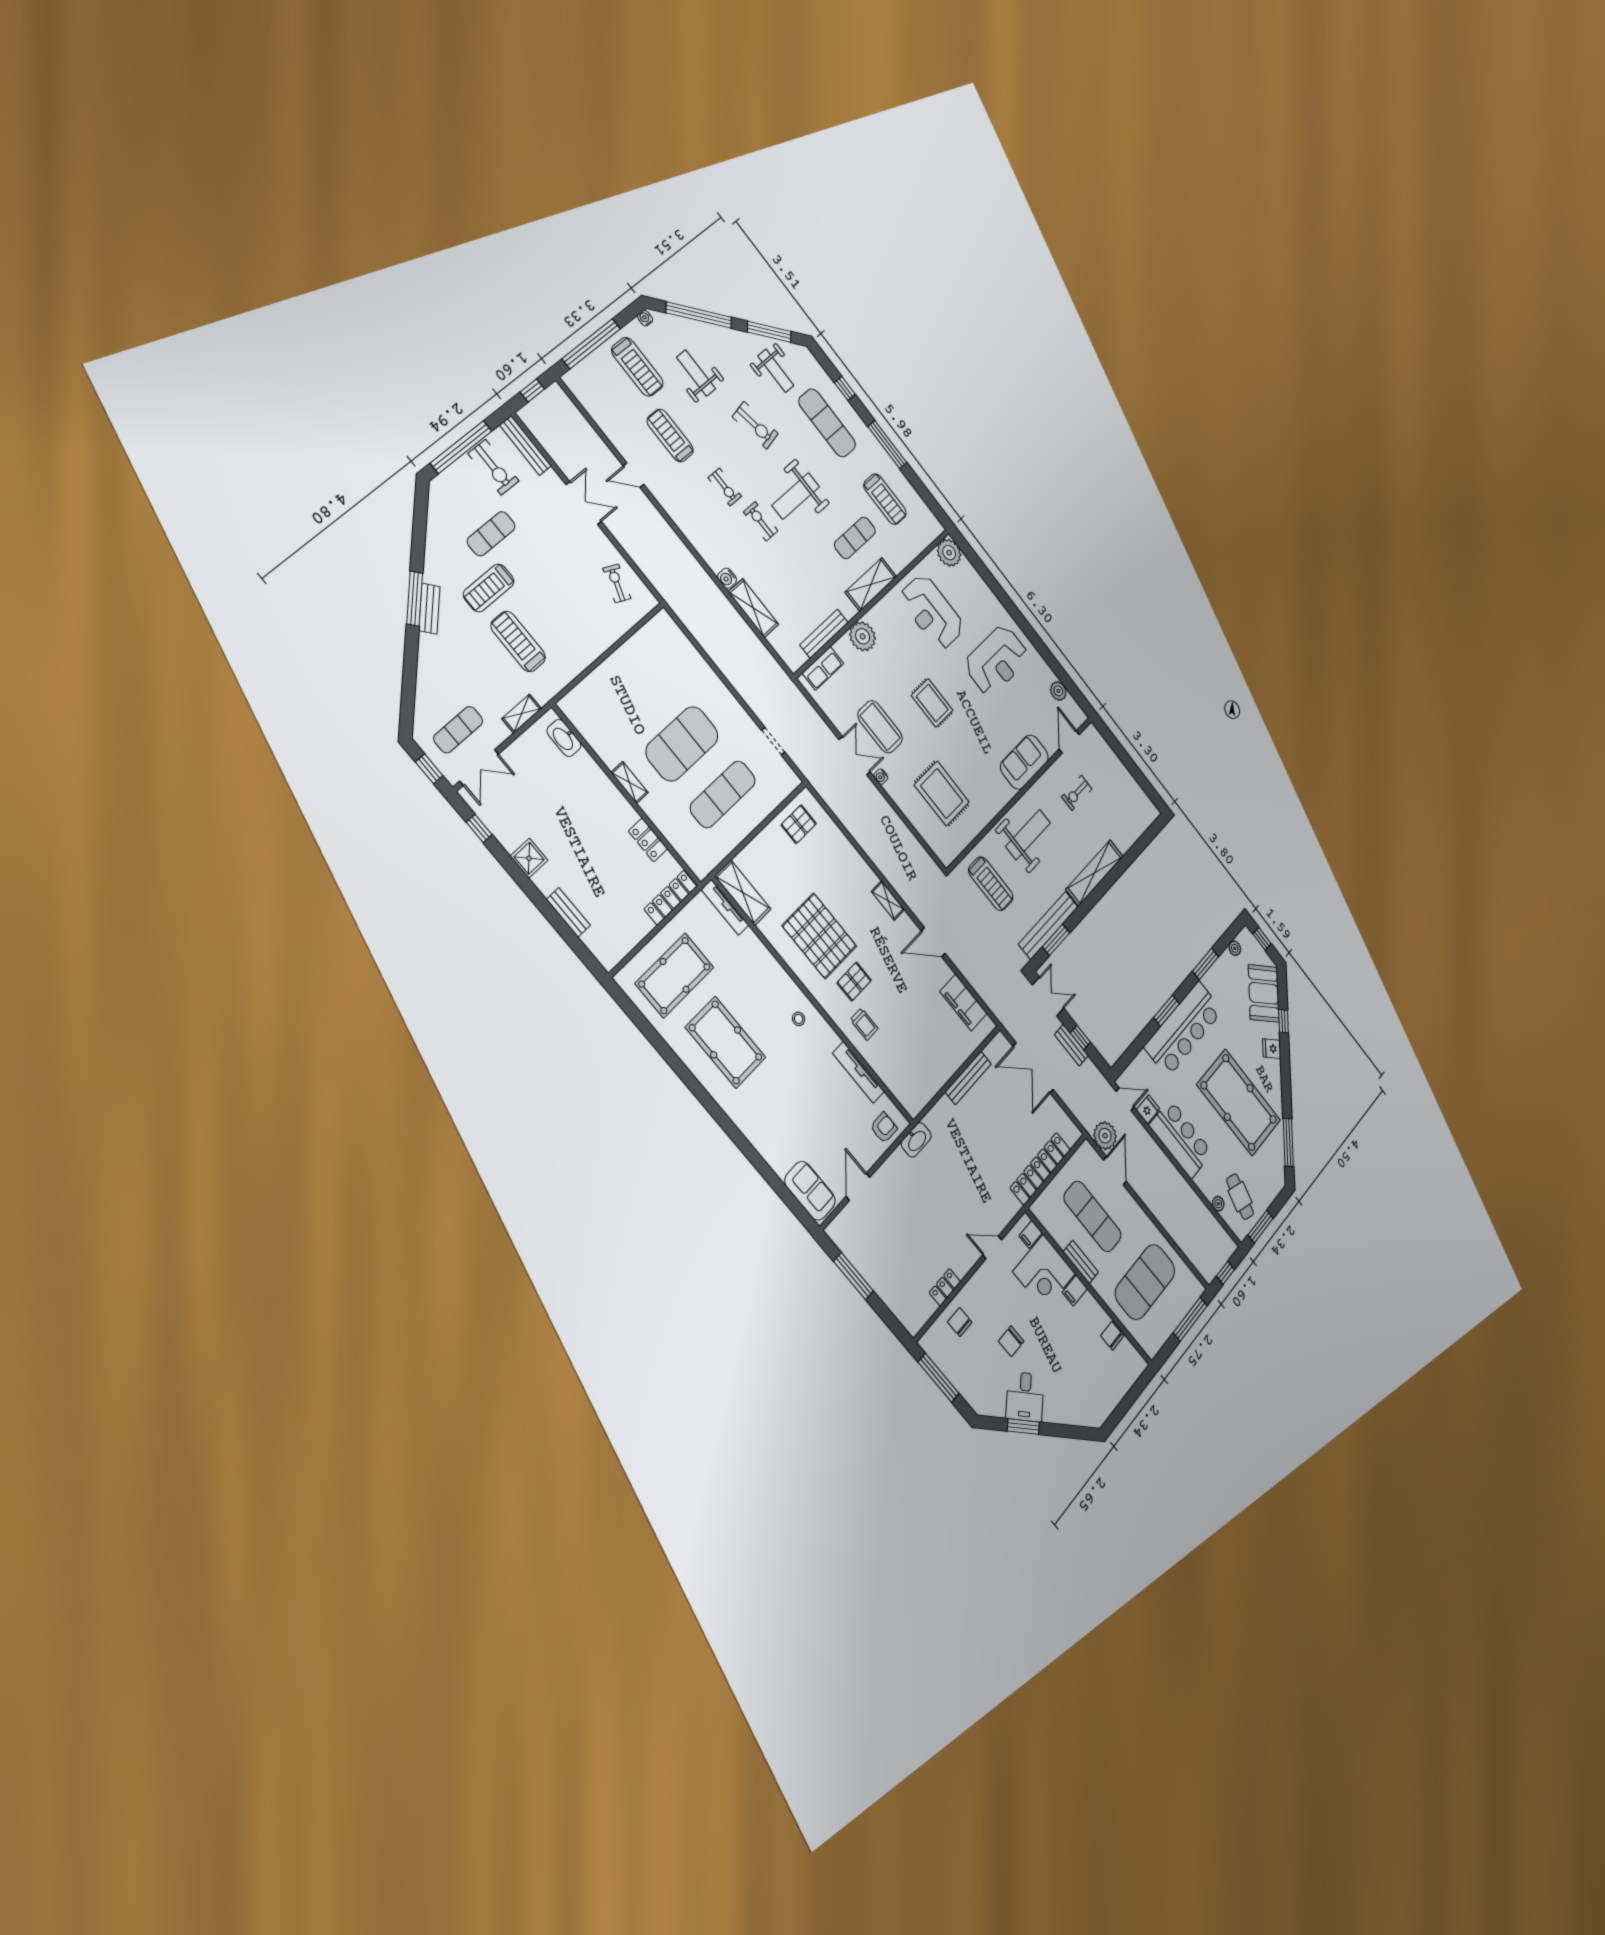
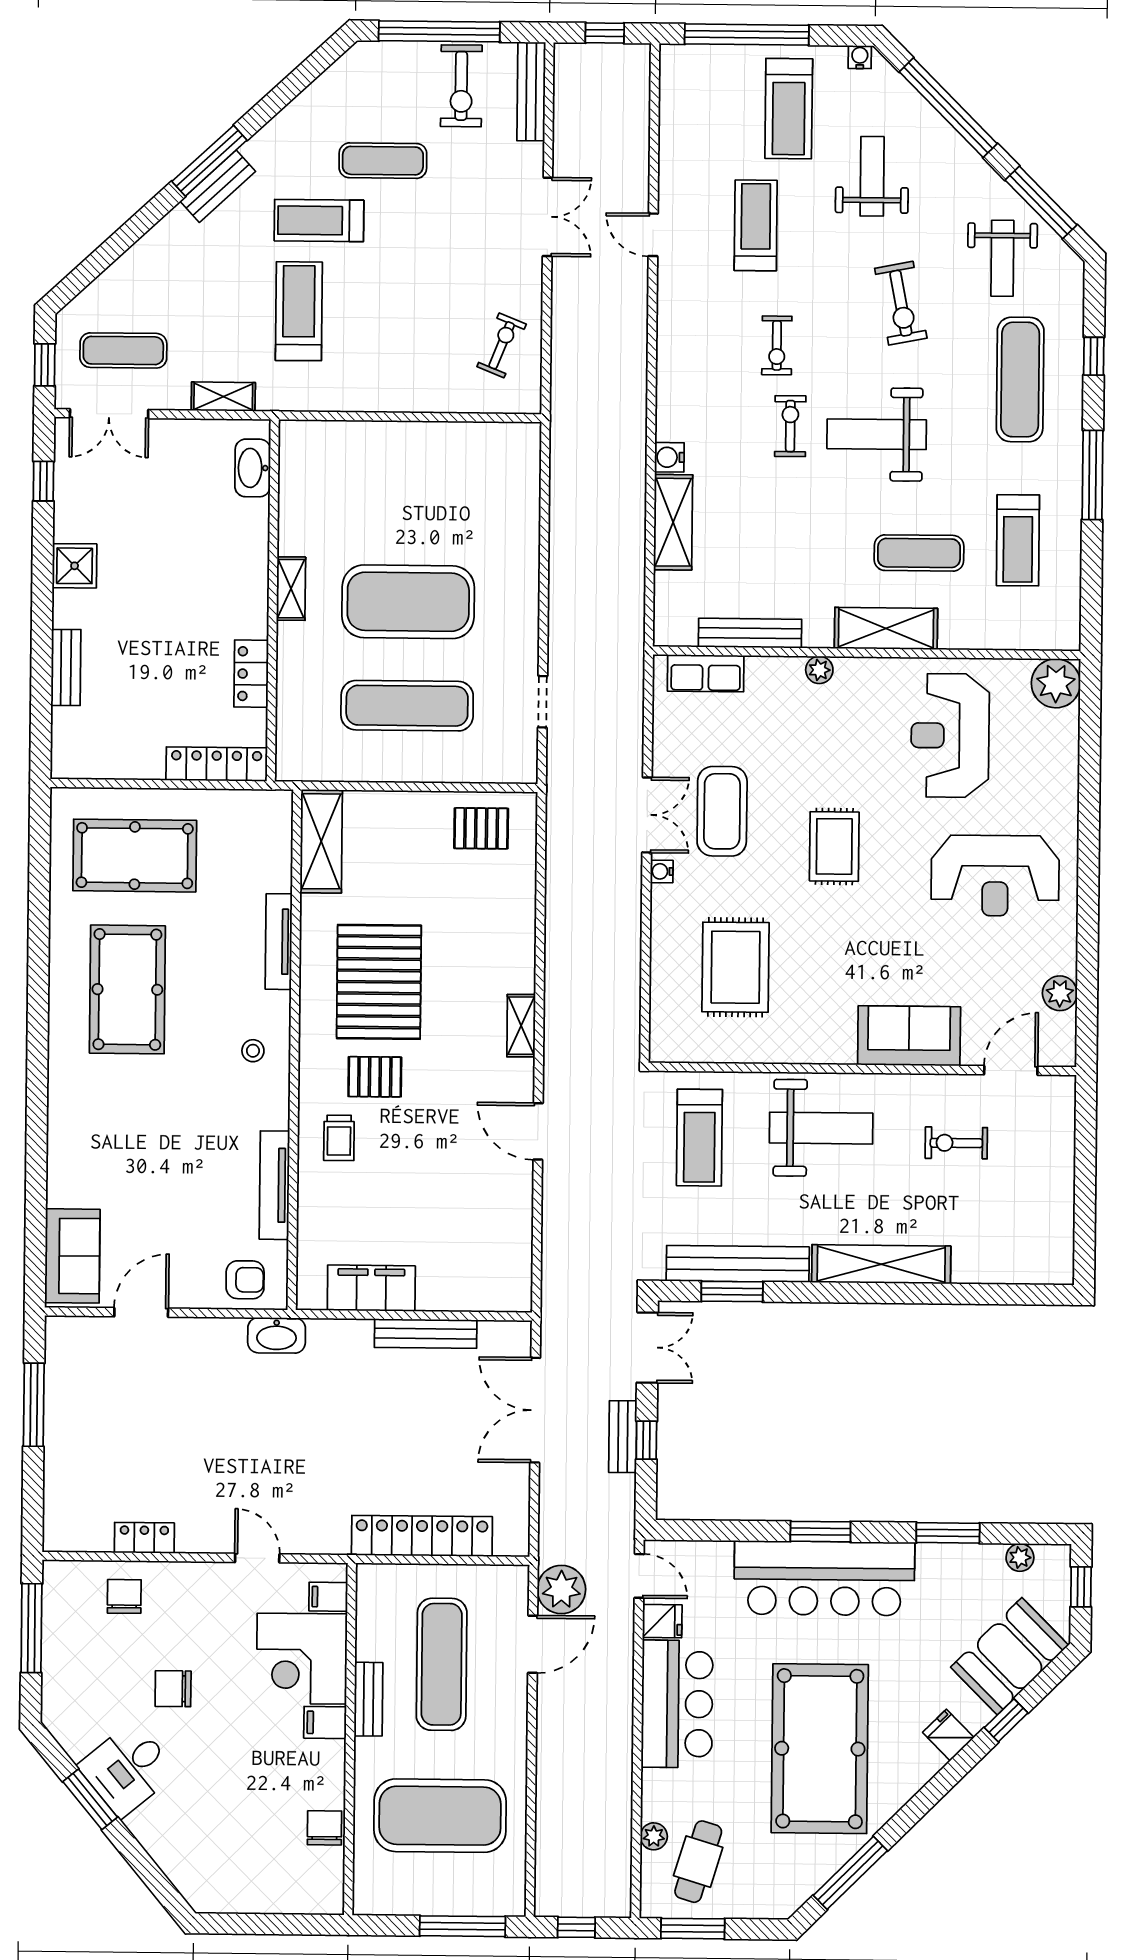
plant: (863, 636) -> (819, 670), width x0.53, depth x0.53
tv unit: (725, 907) -> (279, 942), moved
filing cabinet: (964, 1003) -> (371, 1288), moved, turned 90

